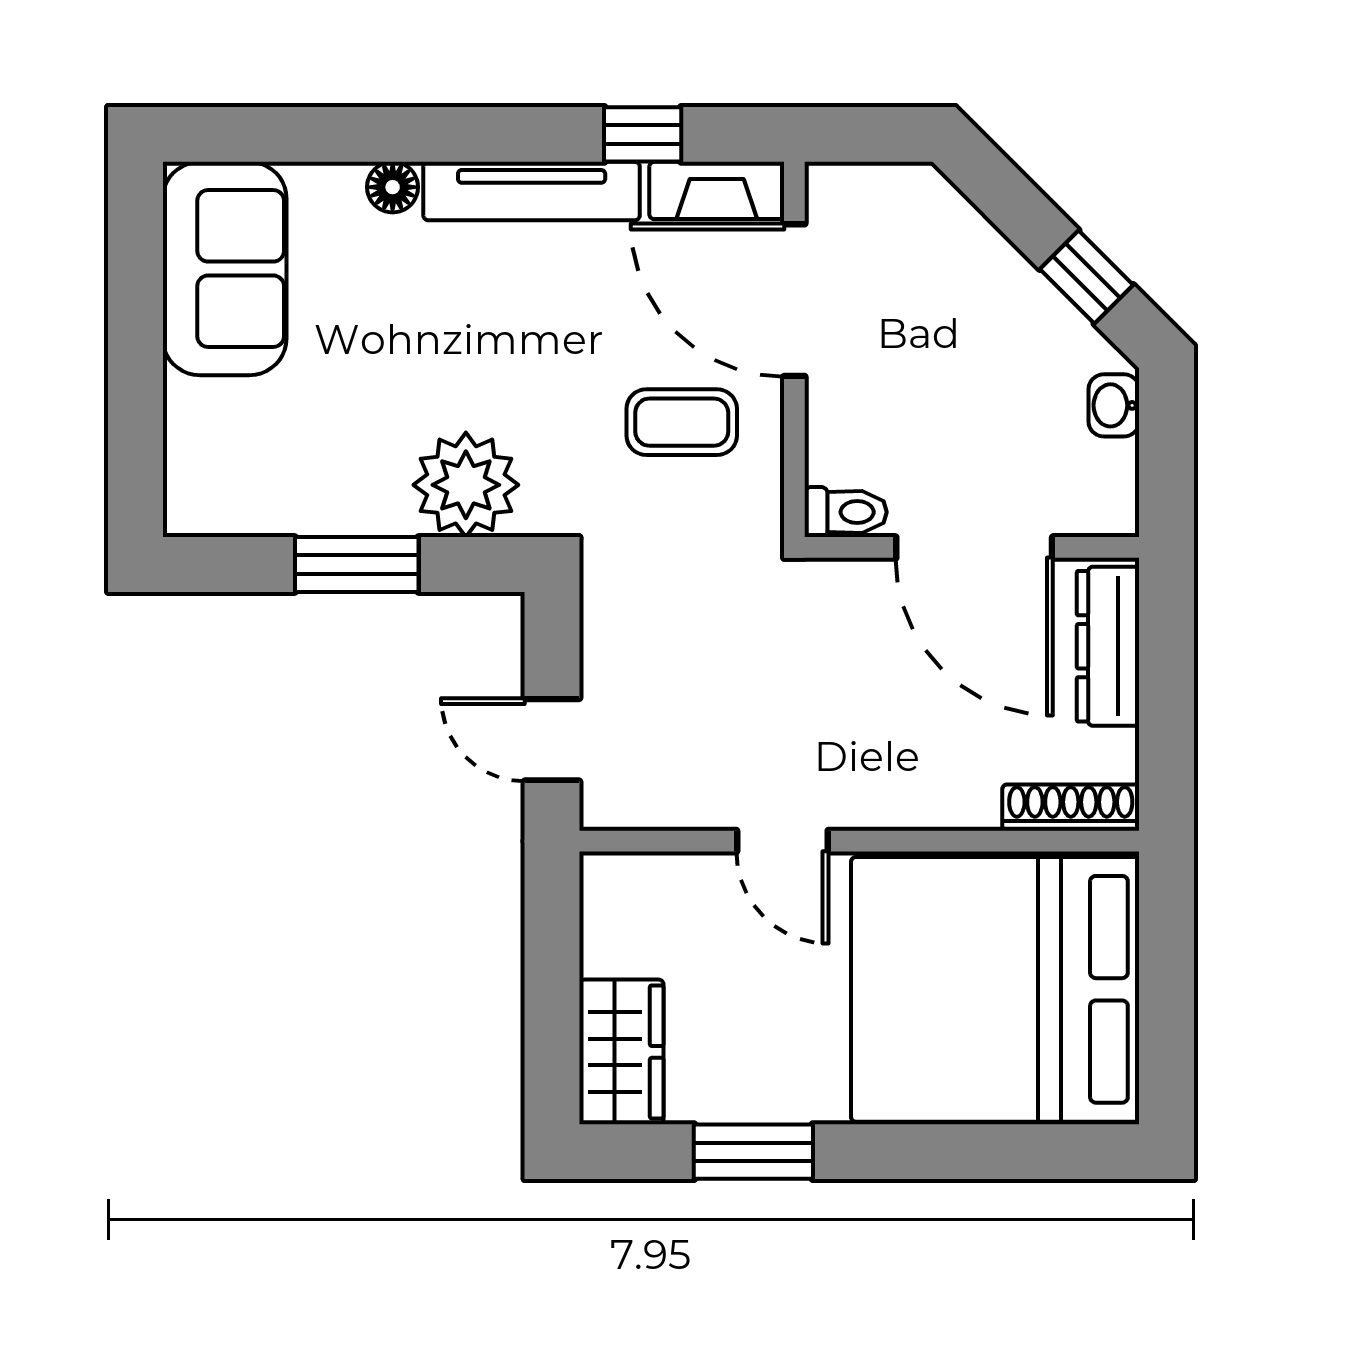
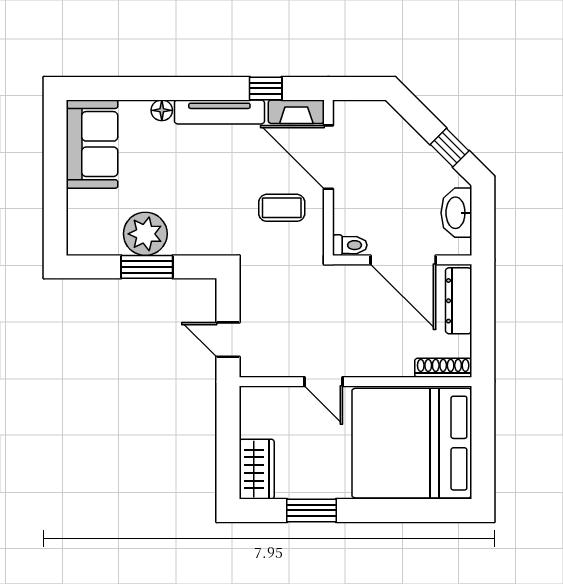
washbasin: (1114, 405) -> (456, 213), width x1.91, depth x1.45
plant: (466, 485) -> (145, 234), moved

